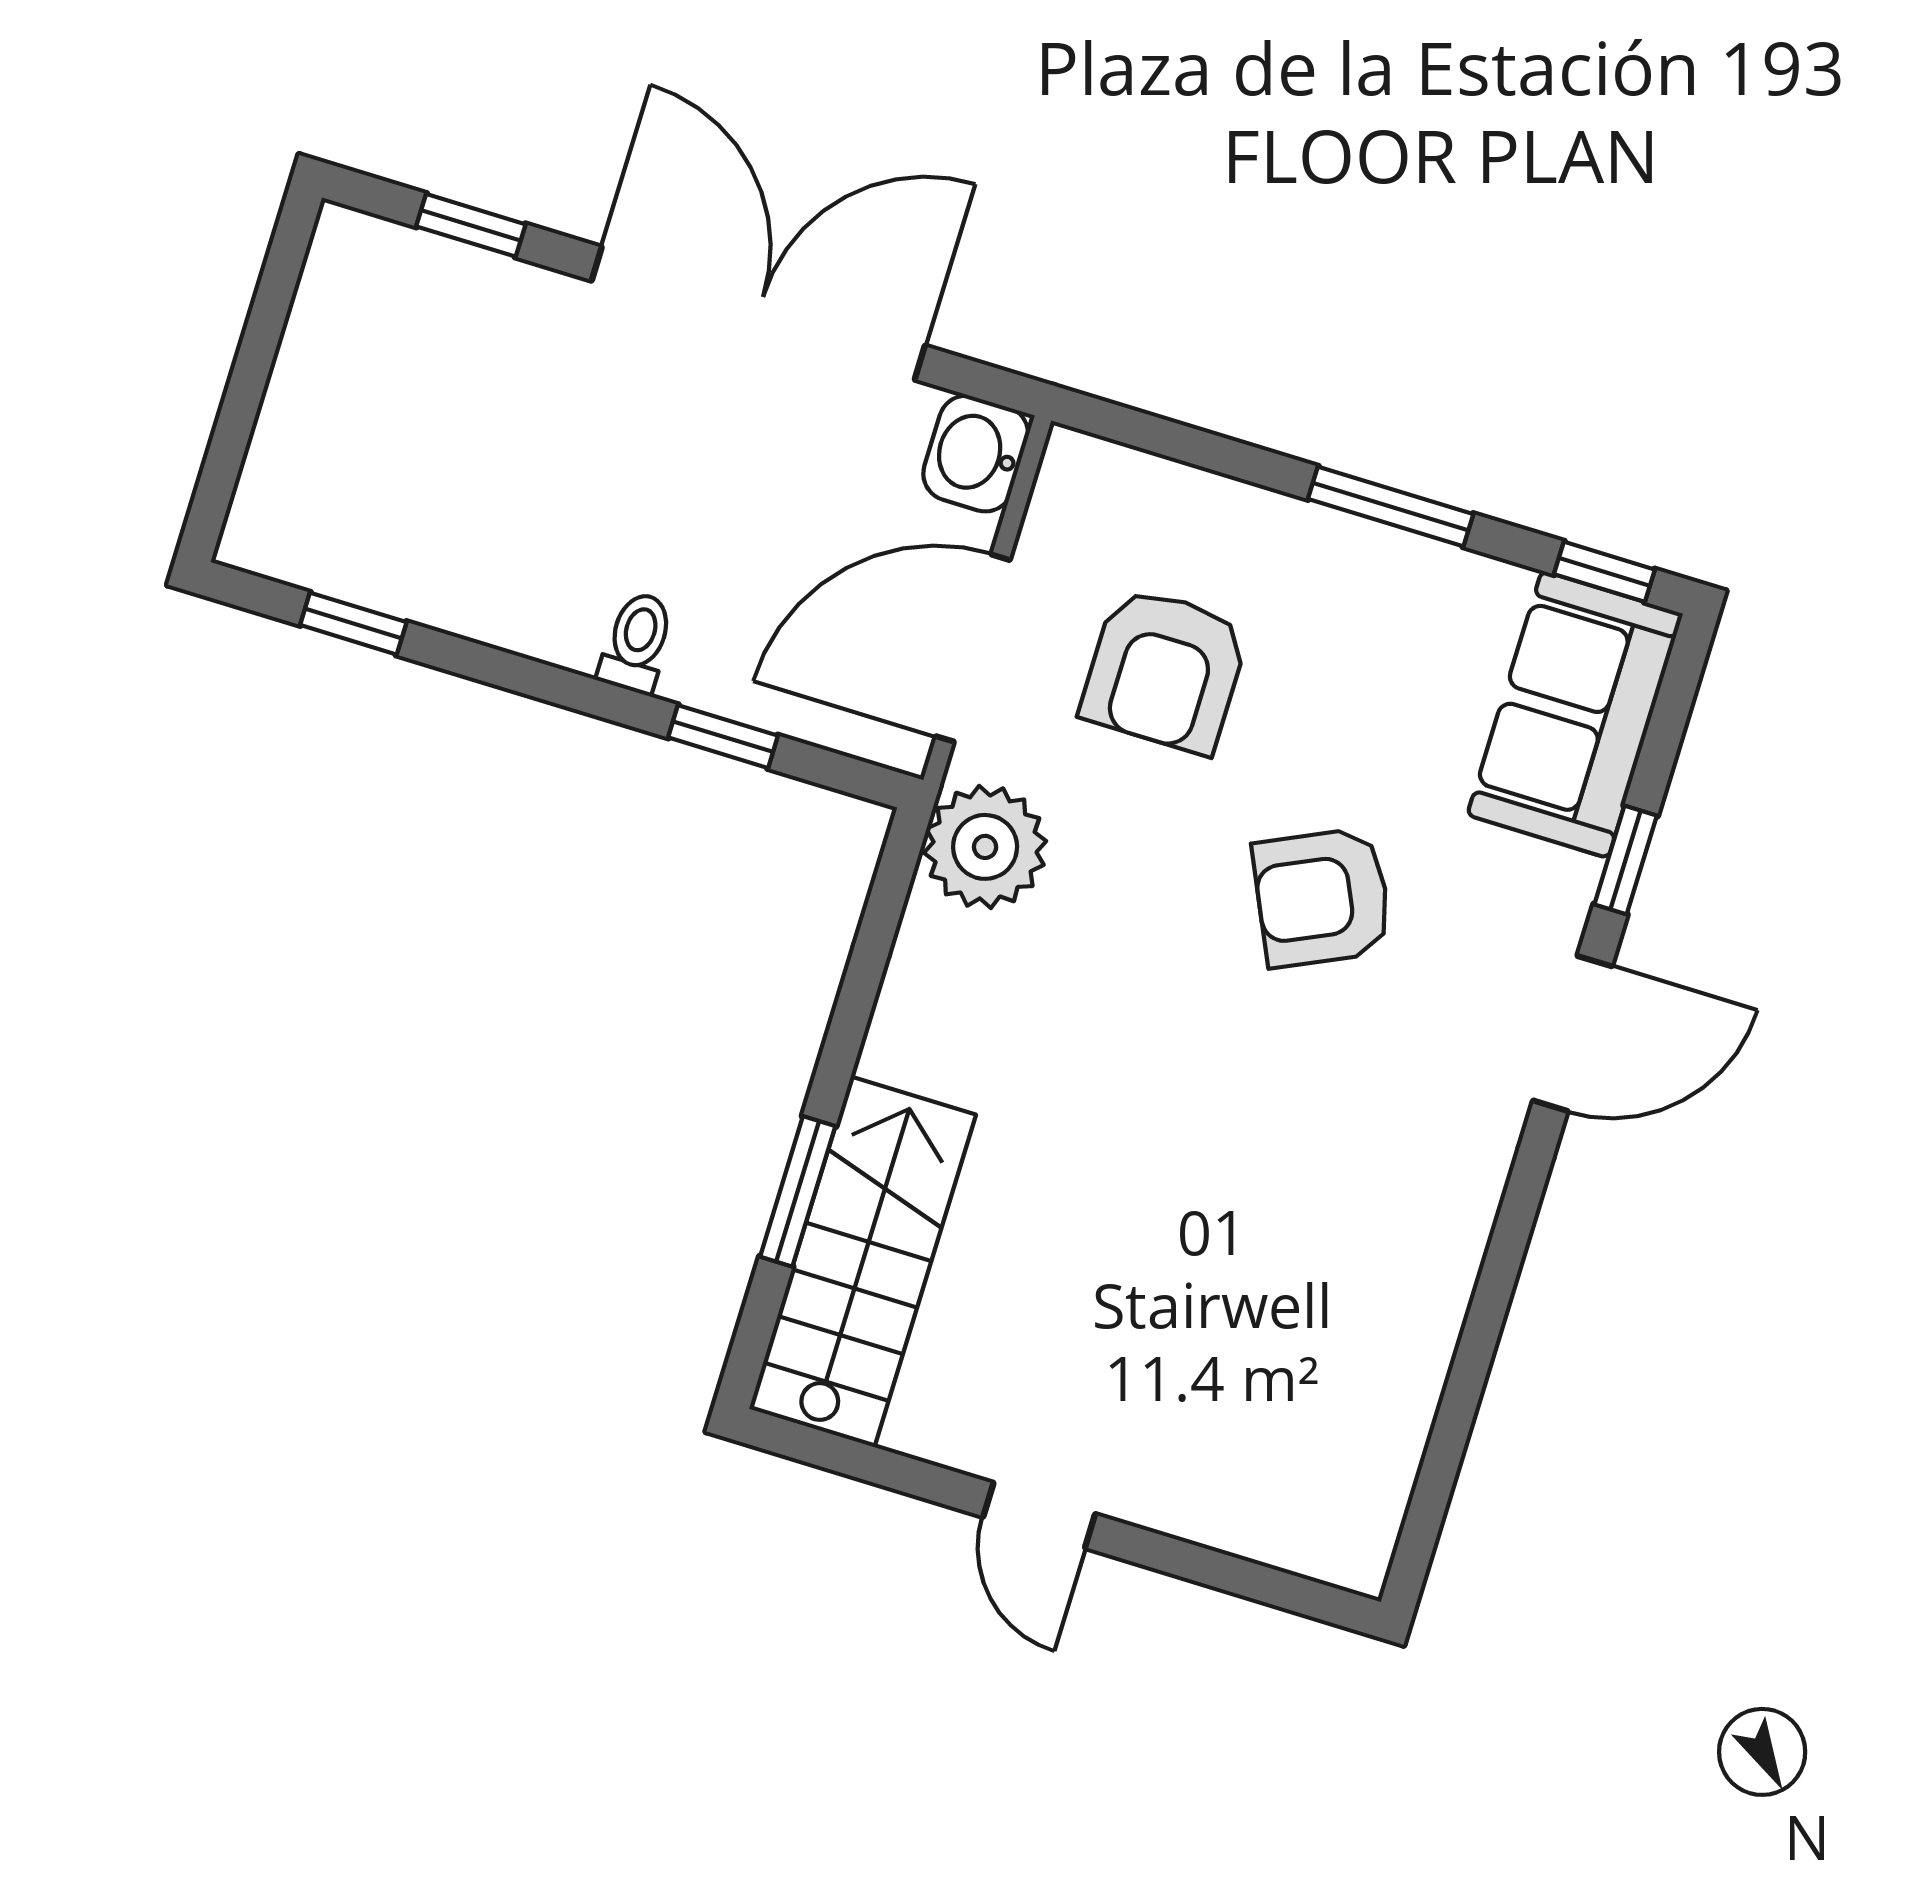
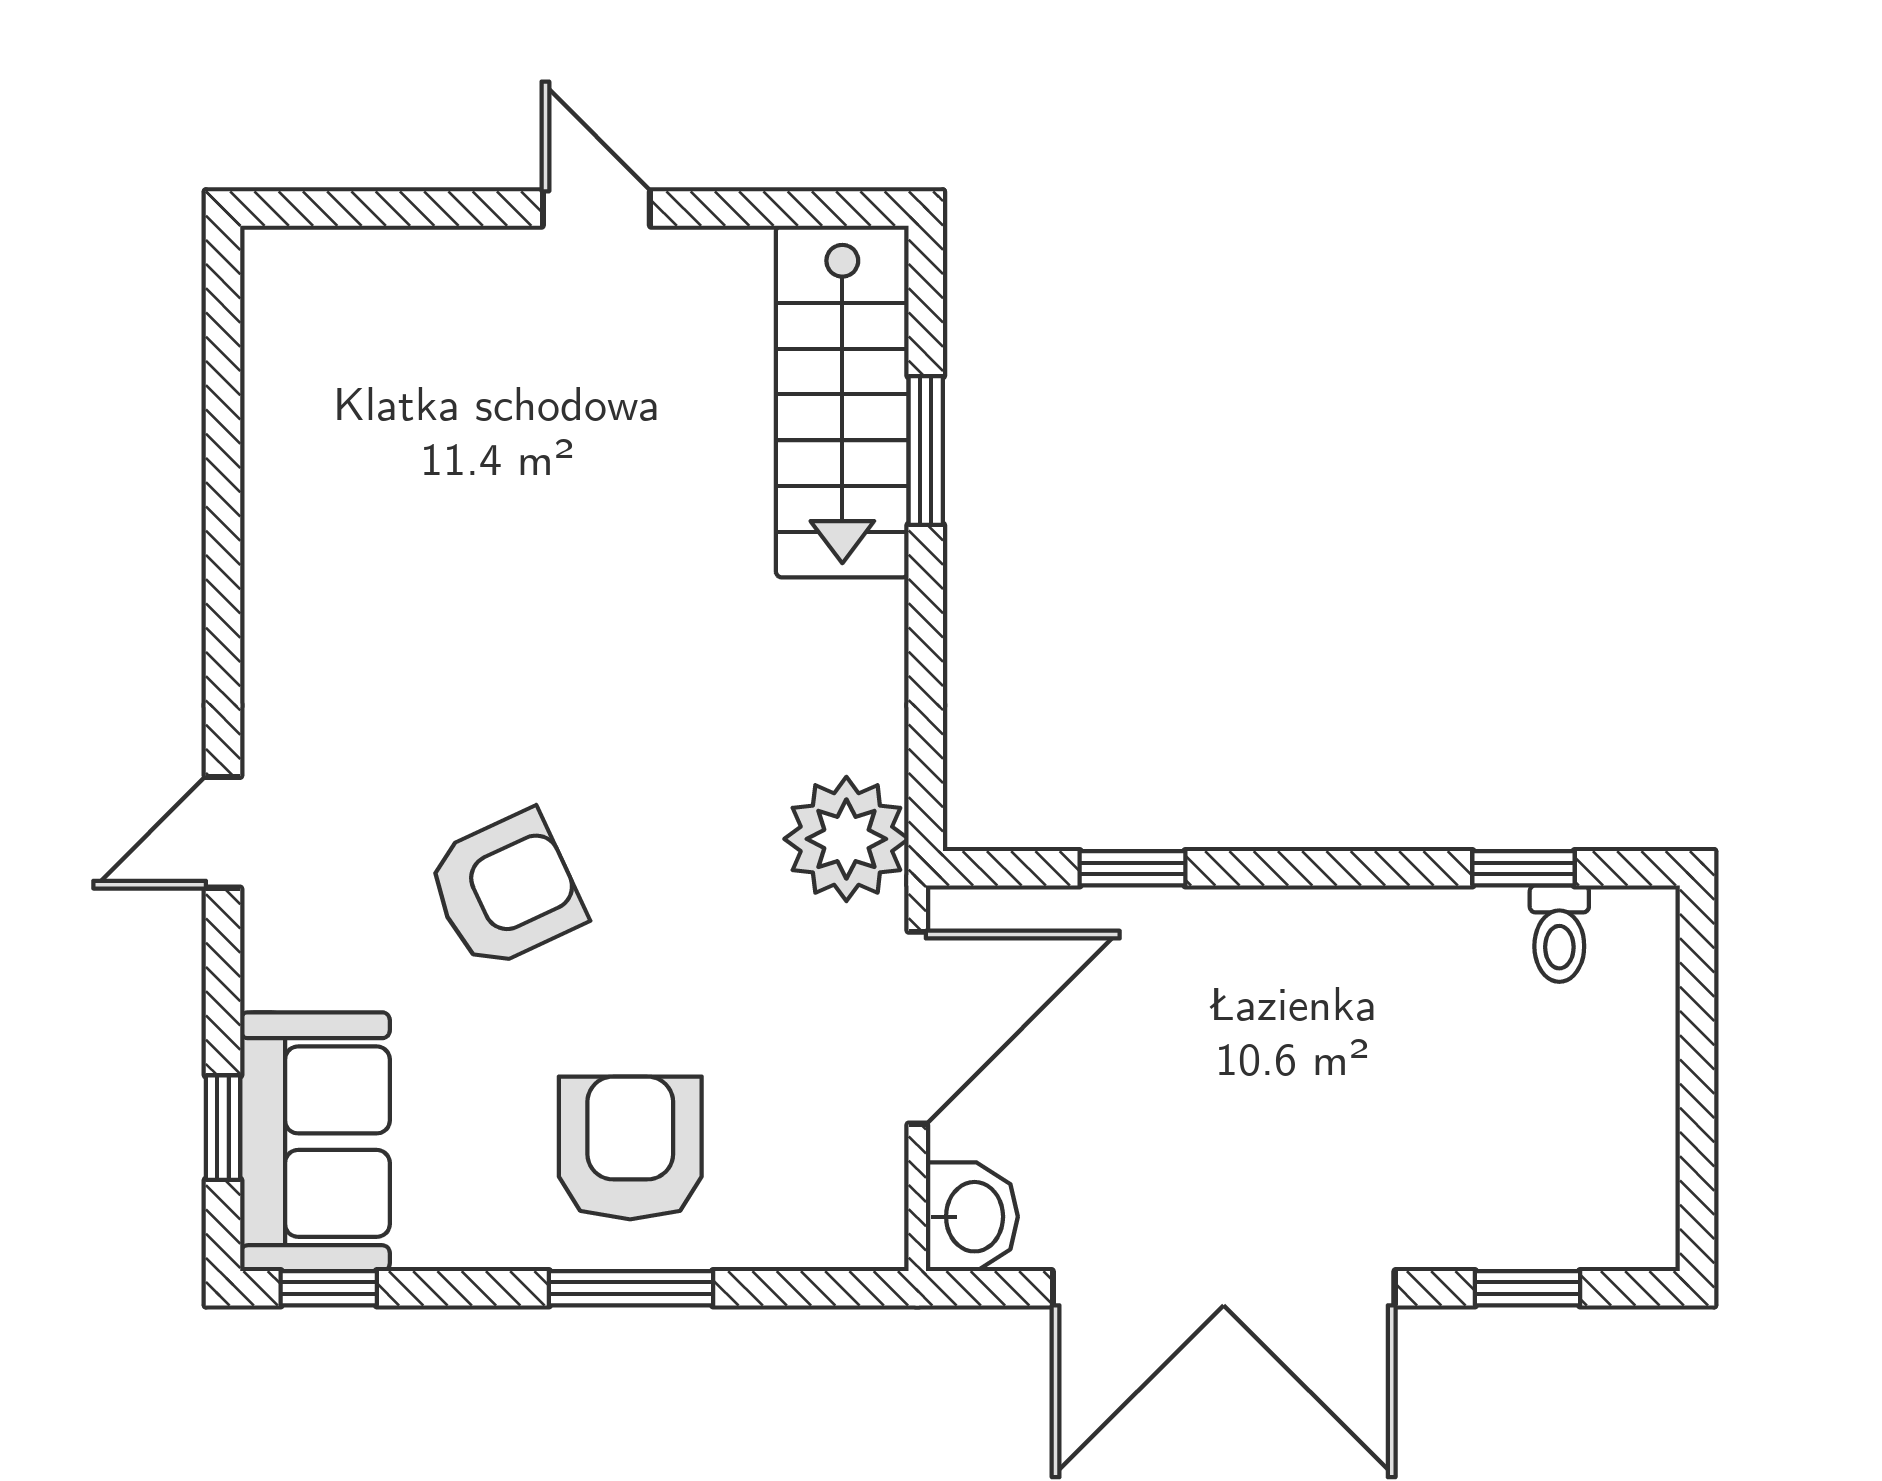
window: (1391, 507) -> (631, 1288), moved
toilet: (637, 643) -> (1559, 934), moved
armchair: (1165, 670) -> (630, 1148), moved
window: (1626, 860) -> (223, 1128), moved
door: (1572, 1033) -> (223, 832), width x0.73

